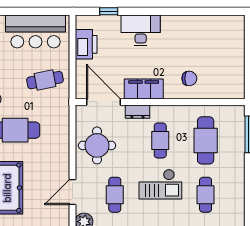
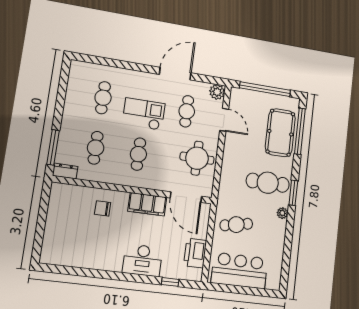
dresser: (137, 112) -> (65, 171), moved
cafe table: (206, 140) -> (96, 148), width x0.73, depth x0.74
door: (72, 192) -> (224, 120), hinge flipped

